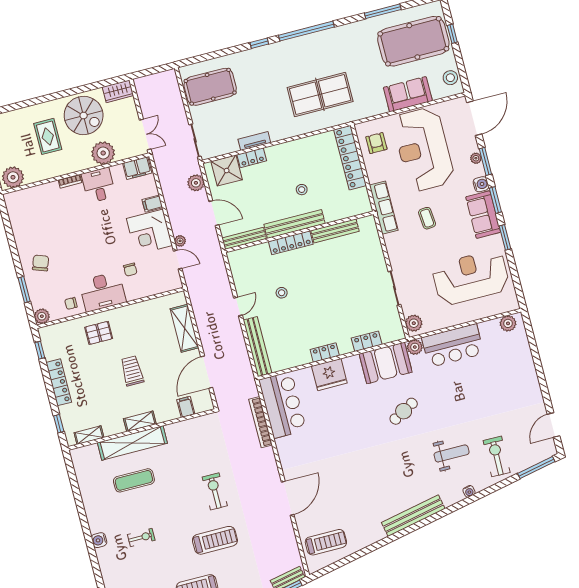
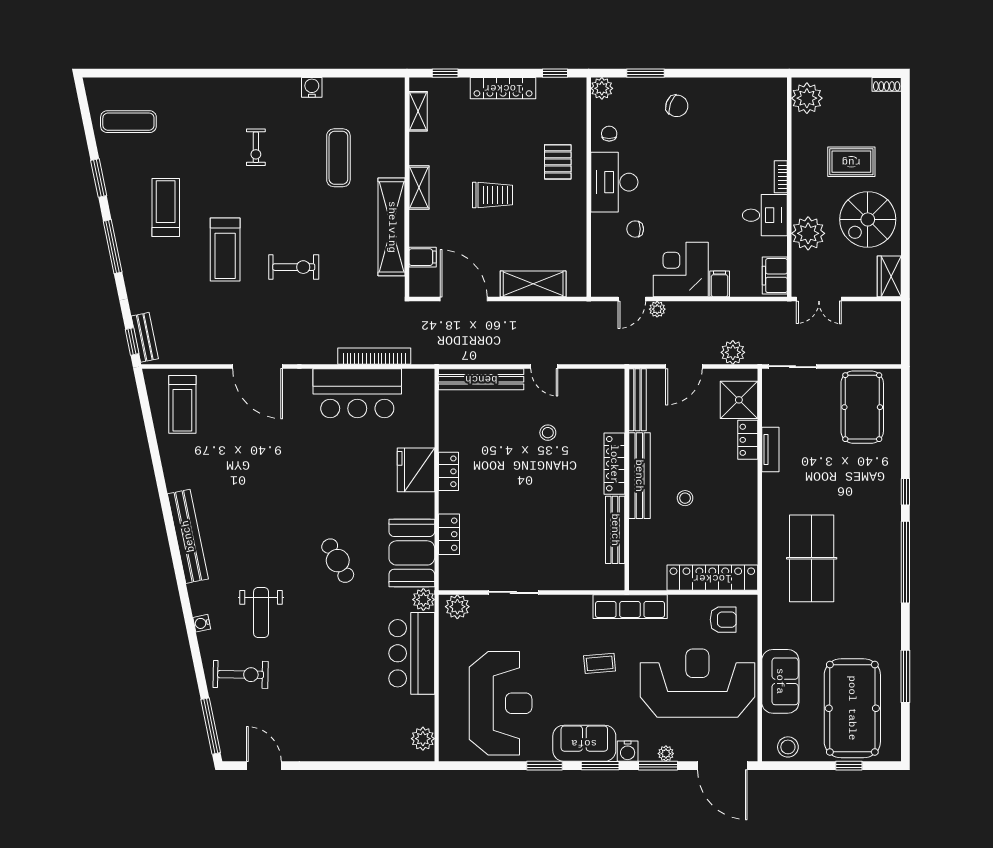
bar counter: (282, 405) -> (357, 393), moved
shelving: (132, 443) -> (392, 227), moved
water cooler: (99, 540) -> (312, 87), moved

